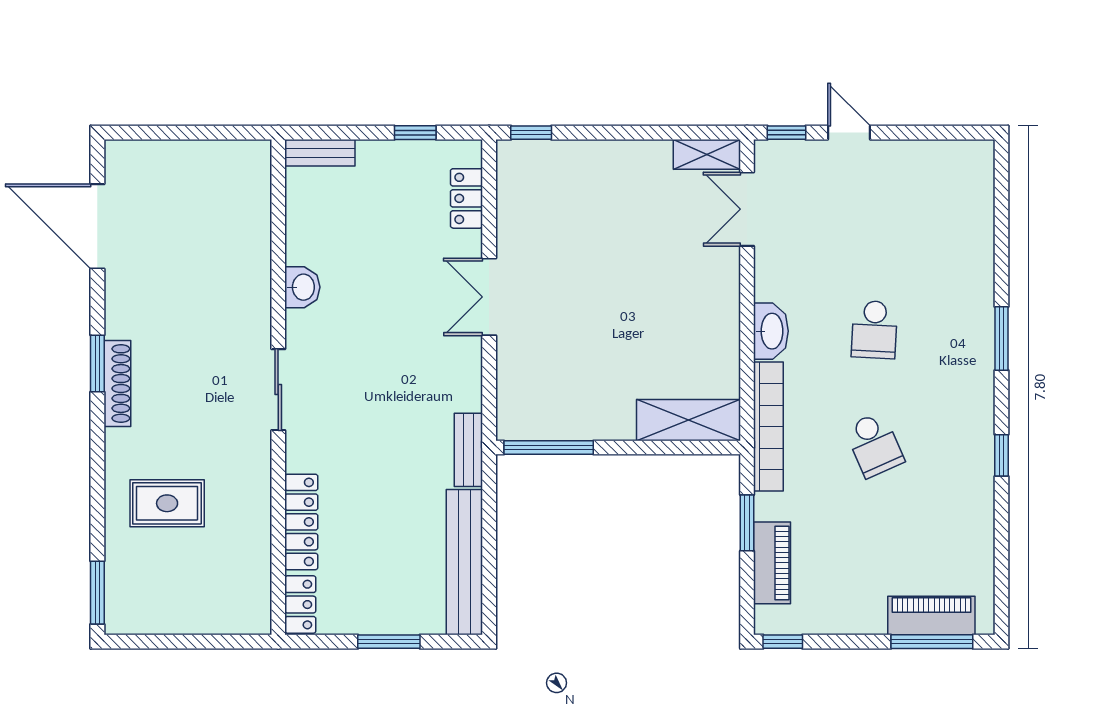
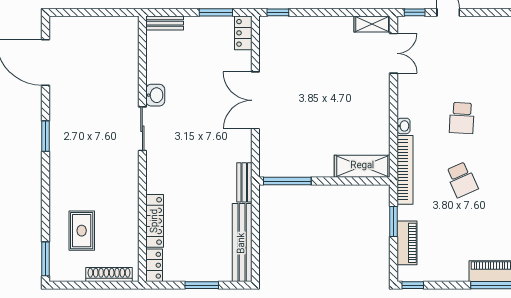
window: (415, 133) -> (216, 12), width x1.50
locker: (467, 198) -> (243, 33), moved
double door: (747, 209) -> (394, 53), swing flipped
double door: (489, 297) -> (255, 100), width x1.37
washbasin: (771, 331) -> (404, 126), width x0.52, depth x0.69
shoe rack: (117, 384) -> (109, 274), moved, turned -90
sliding door: (278, 390) -> (142, 129), moved
rug: (167, 503) -> (82, 231), moved, turned 90

